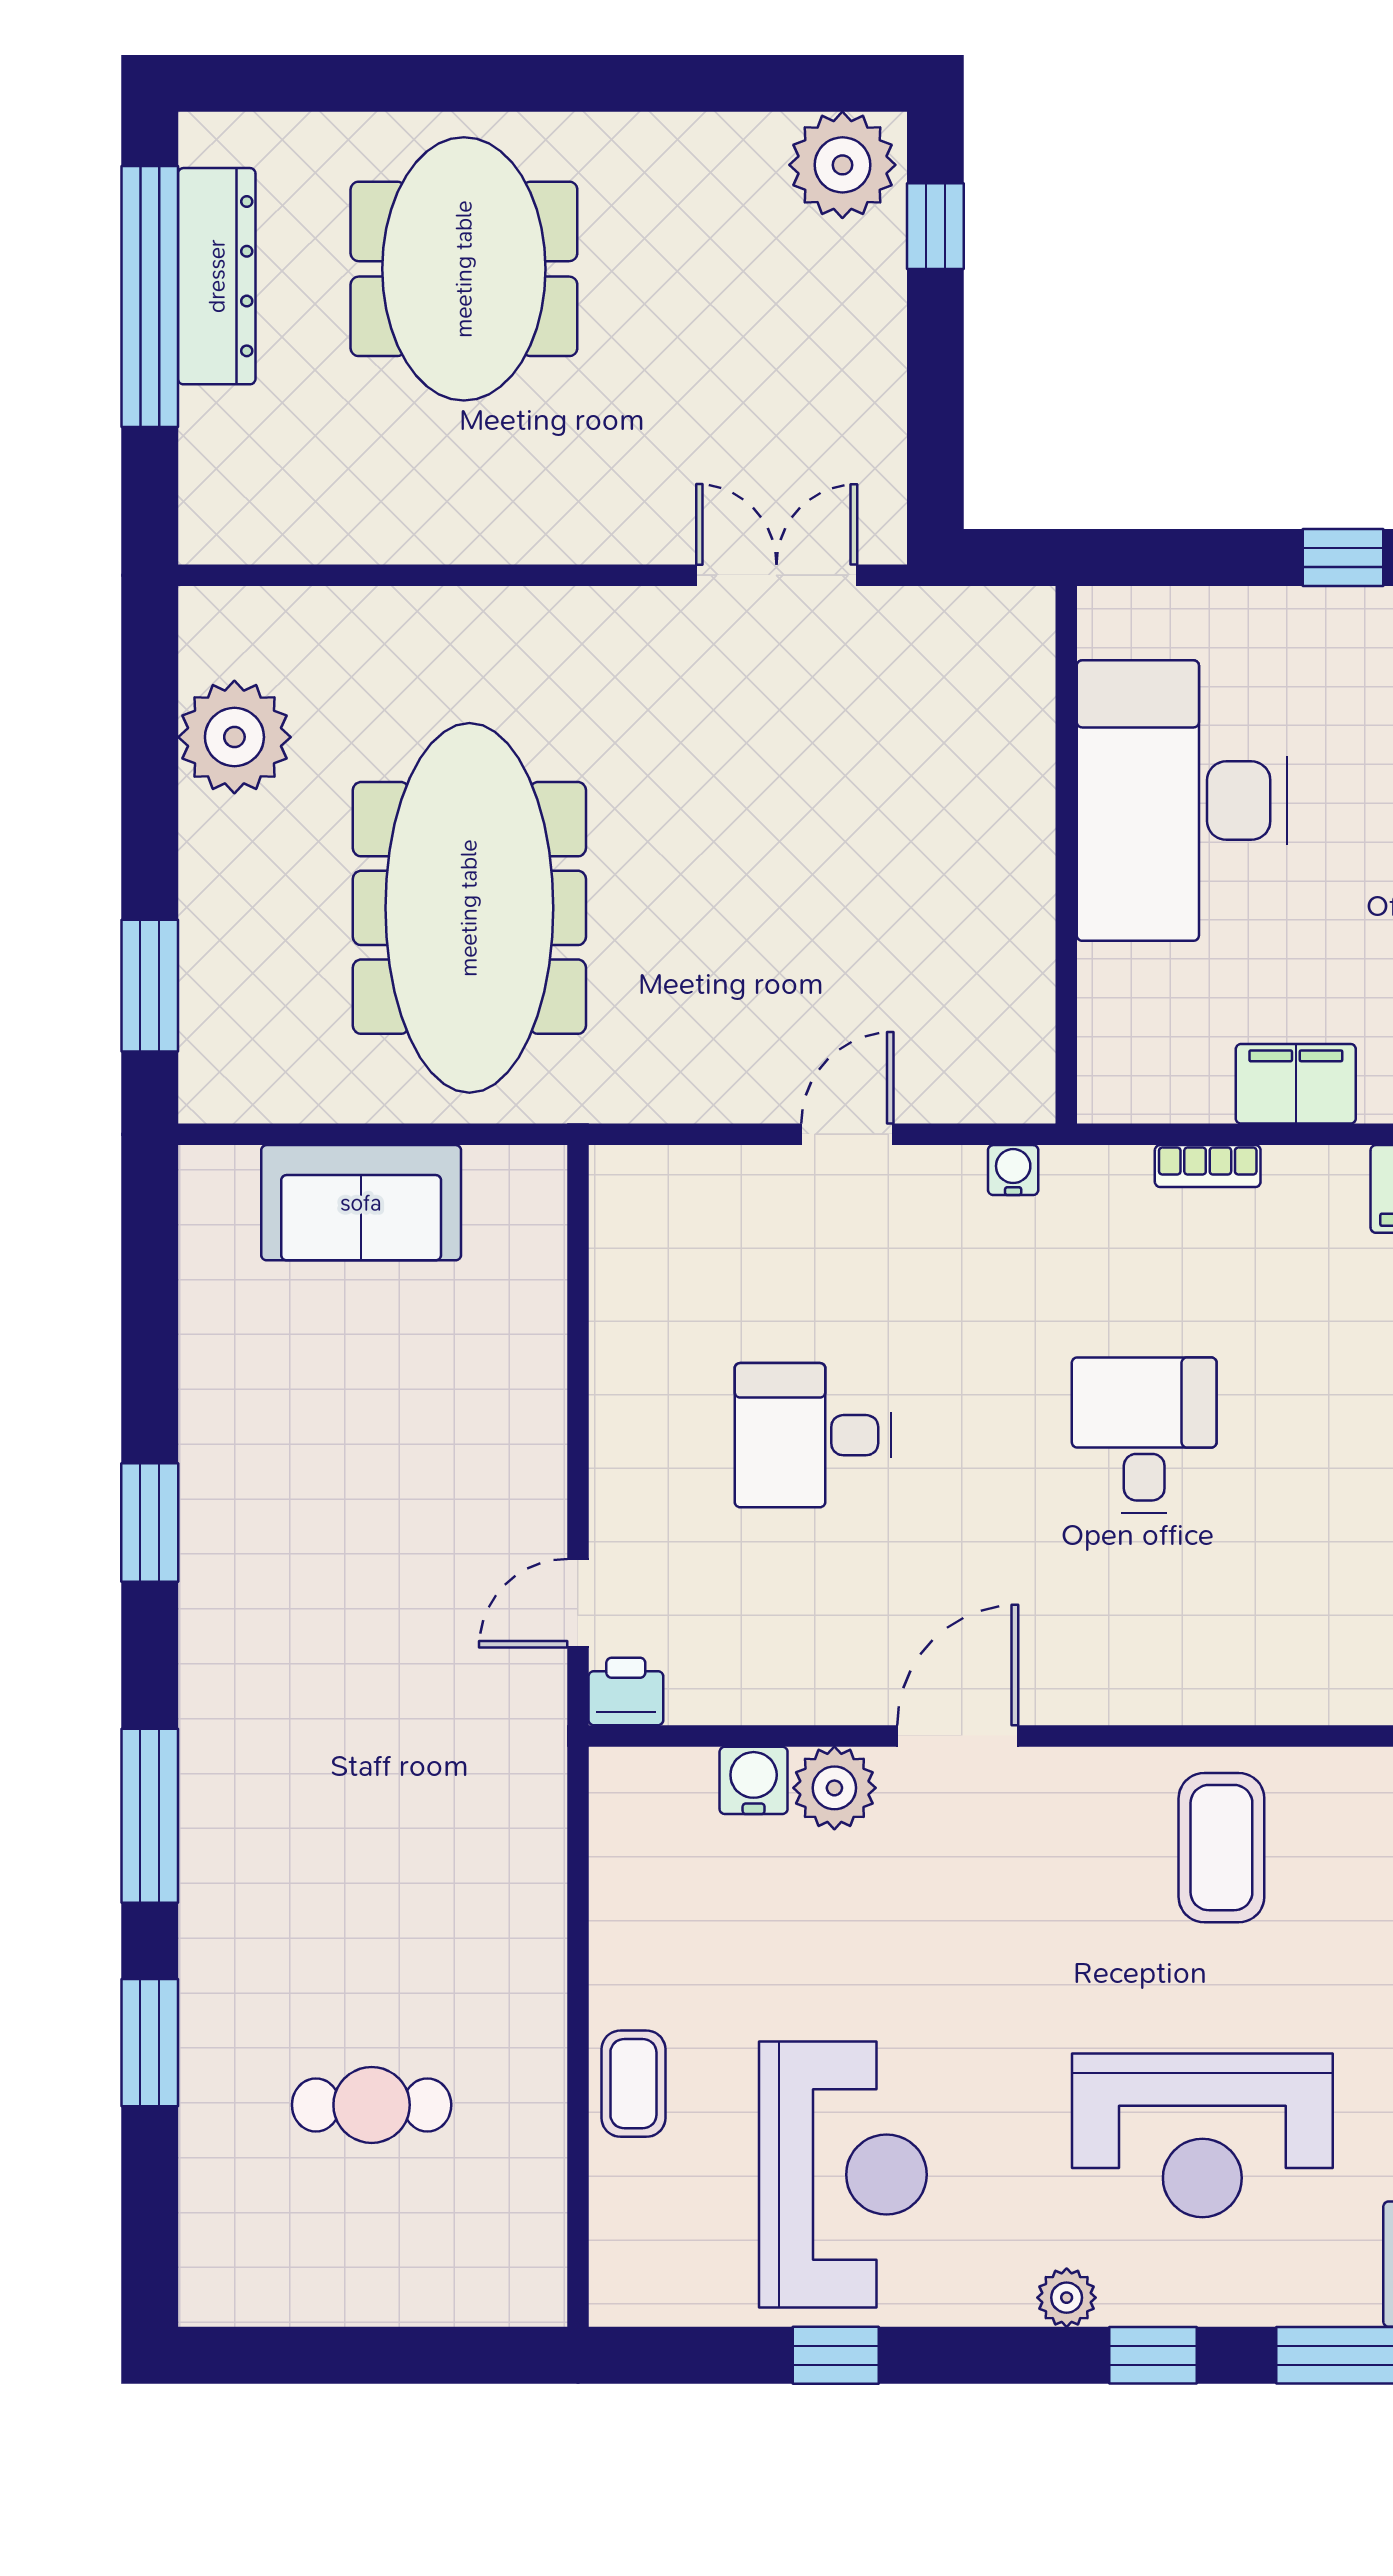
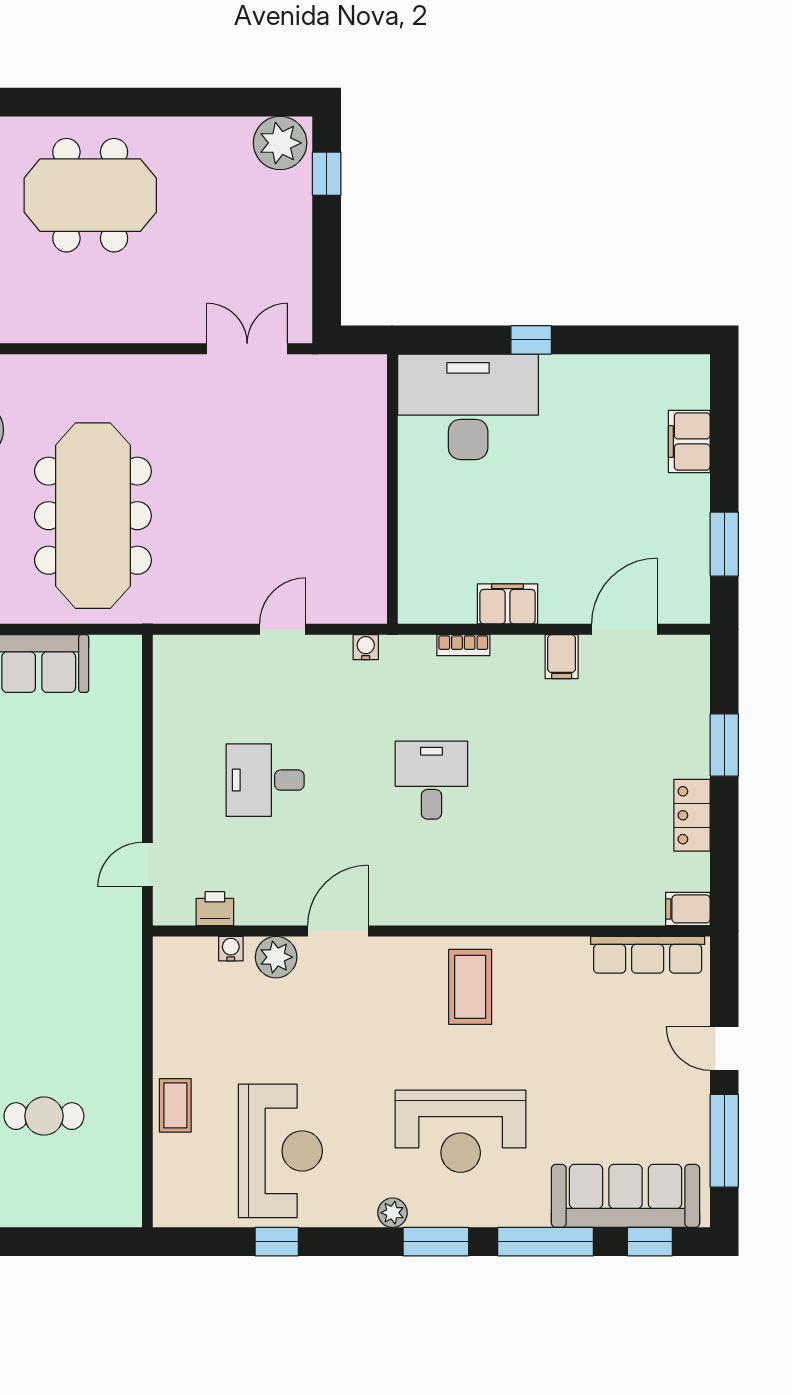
meeting table: (464, 269) -> (90, 195), turned 90
desk: (1182, 801) -> (468, 407), moved, turned 90
printer: (626, 1691) -> (215, 909), moved
water cooler: (754, 1780) -> (231, 949), width x0.72, depth x0.72
window: (1153, 2355) -> (436, 1242), width x1.50

